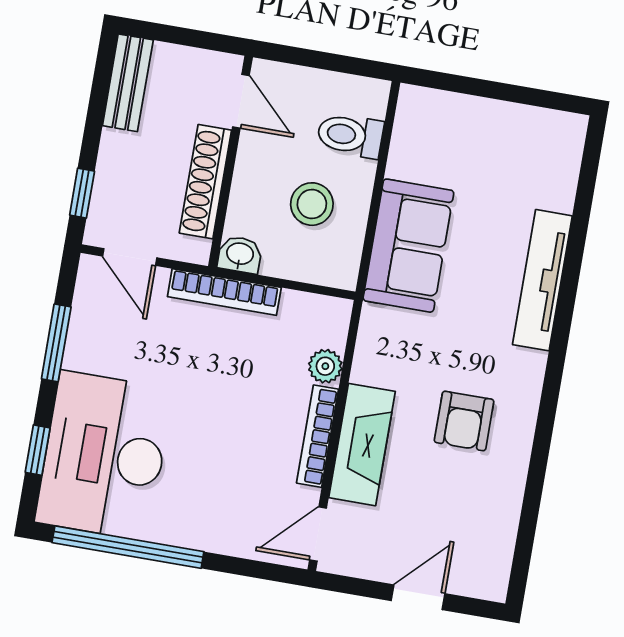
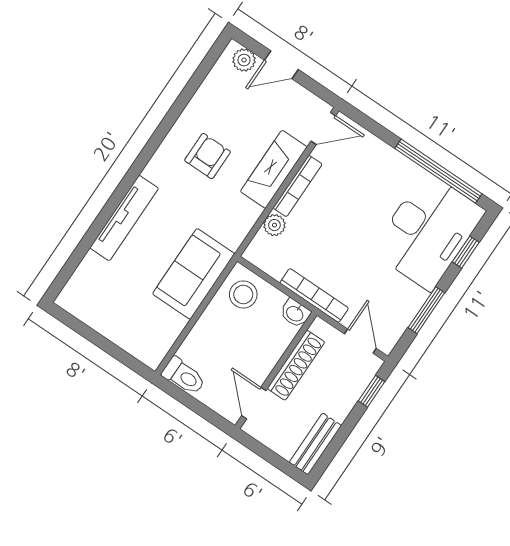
toilet: (350, 135) -> (184, 376), moved
stool: (312, 204) -> (243, 295), moved
plant: (474, 580) -> (244, 60), added

